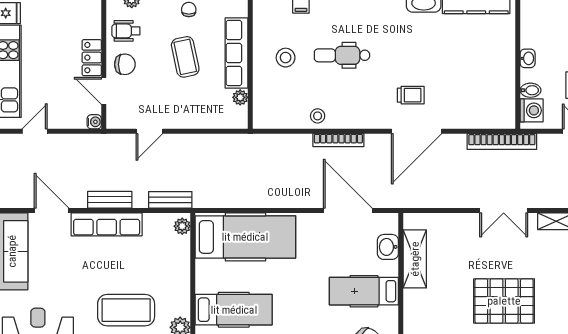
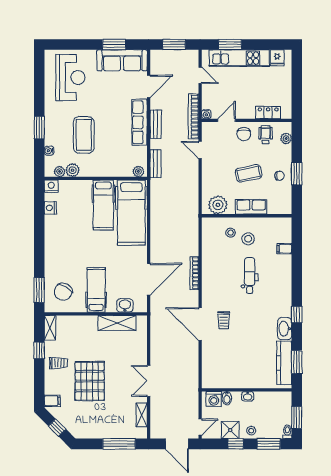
row of seats: (237, 53) -> (251, 207), width x0.68
locker: (92, 58) -> (268, 113), moved
plant: (240, 97) -> (218, 205), width x1.87, depth x1.87
stool: (318, 116) -> (231, 233), moved
bookcase: (502, 142) -> (193, 117), moved
hospital bed: (234, 310) -> (103, 205), moved

